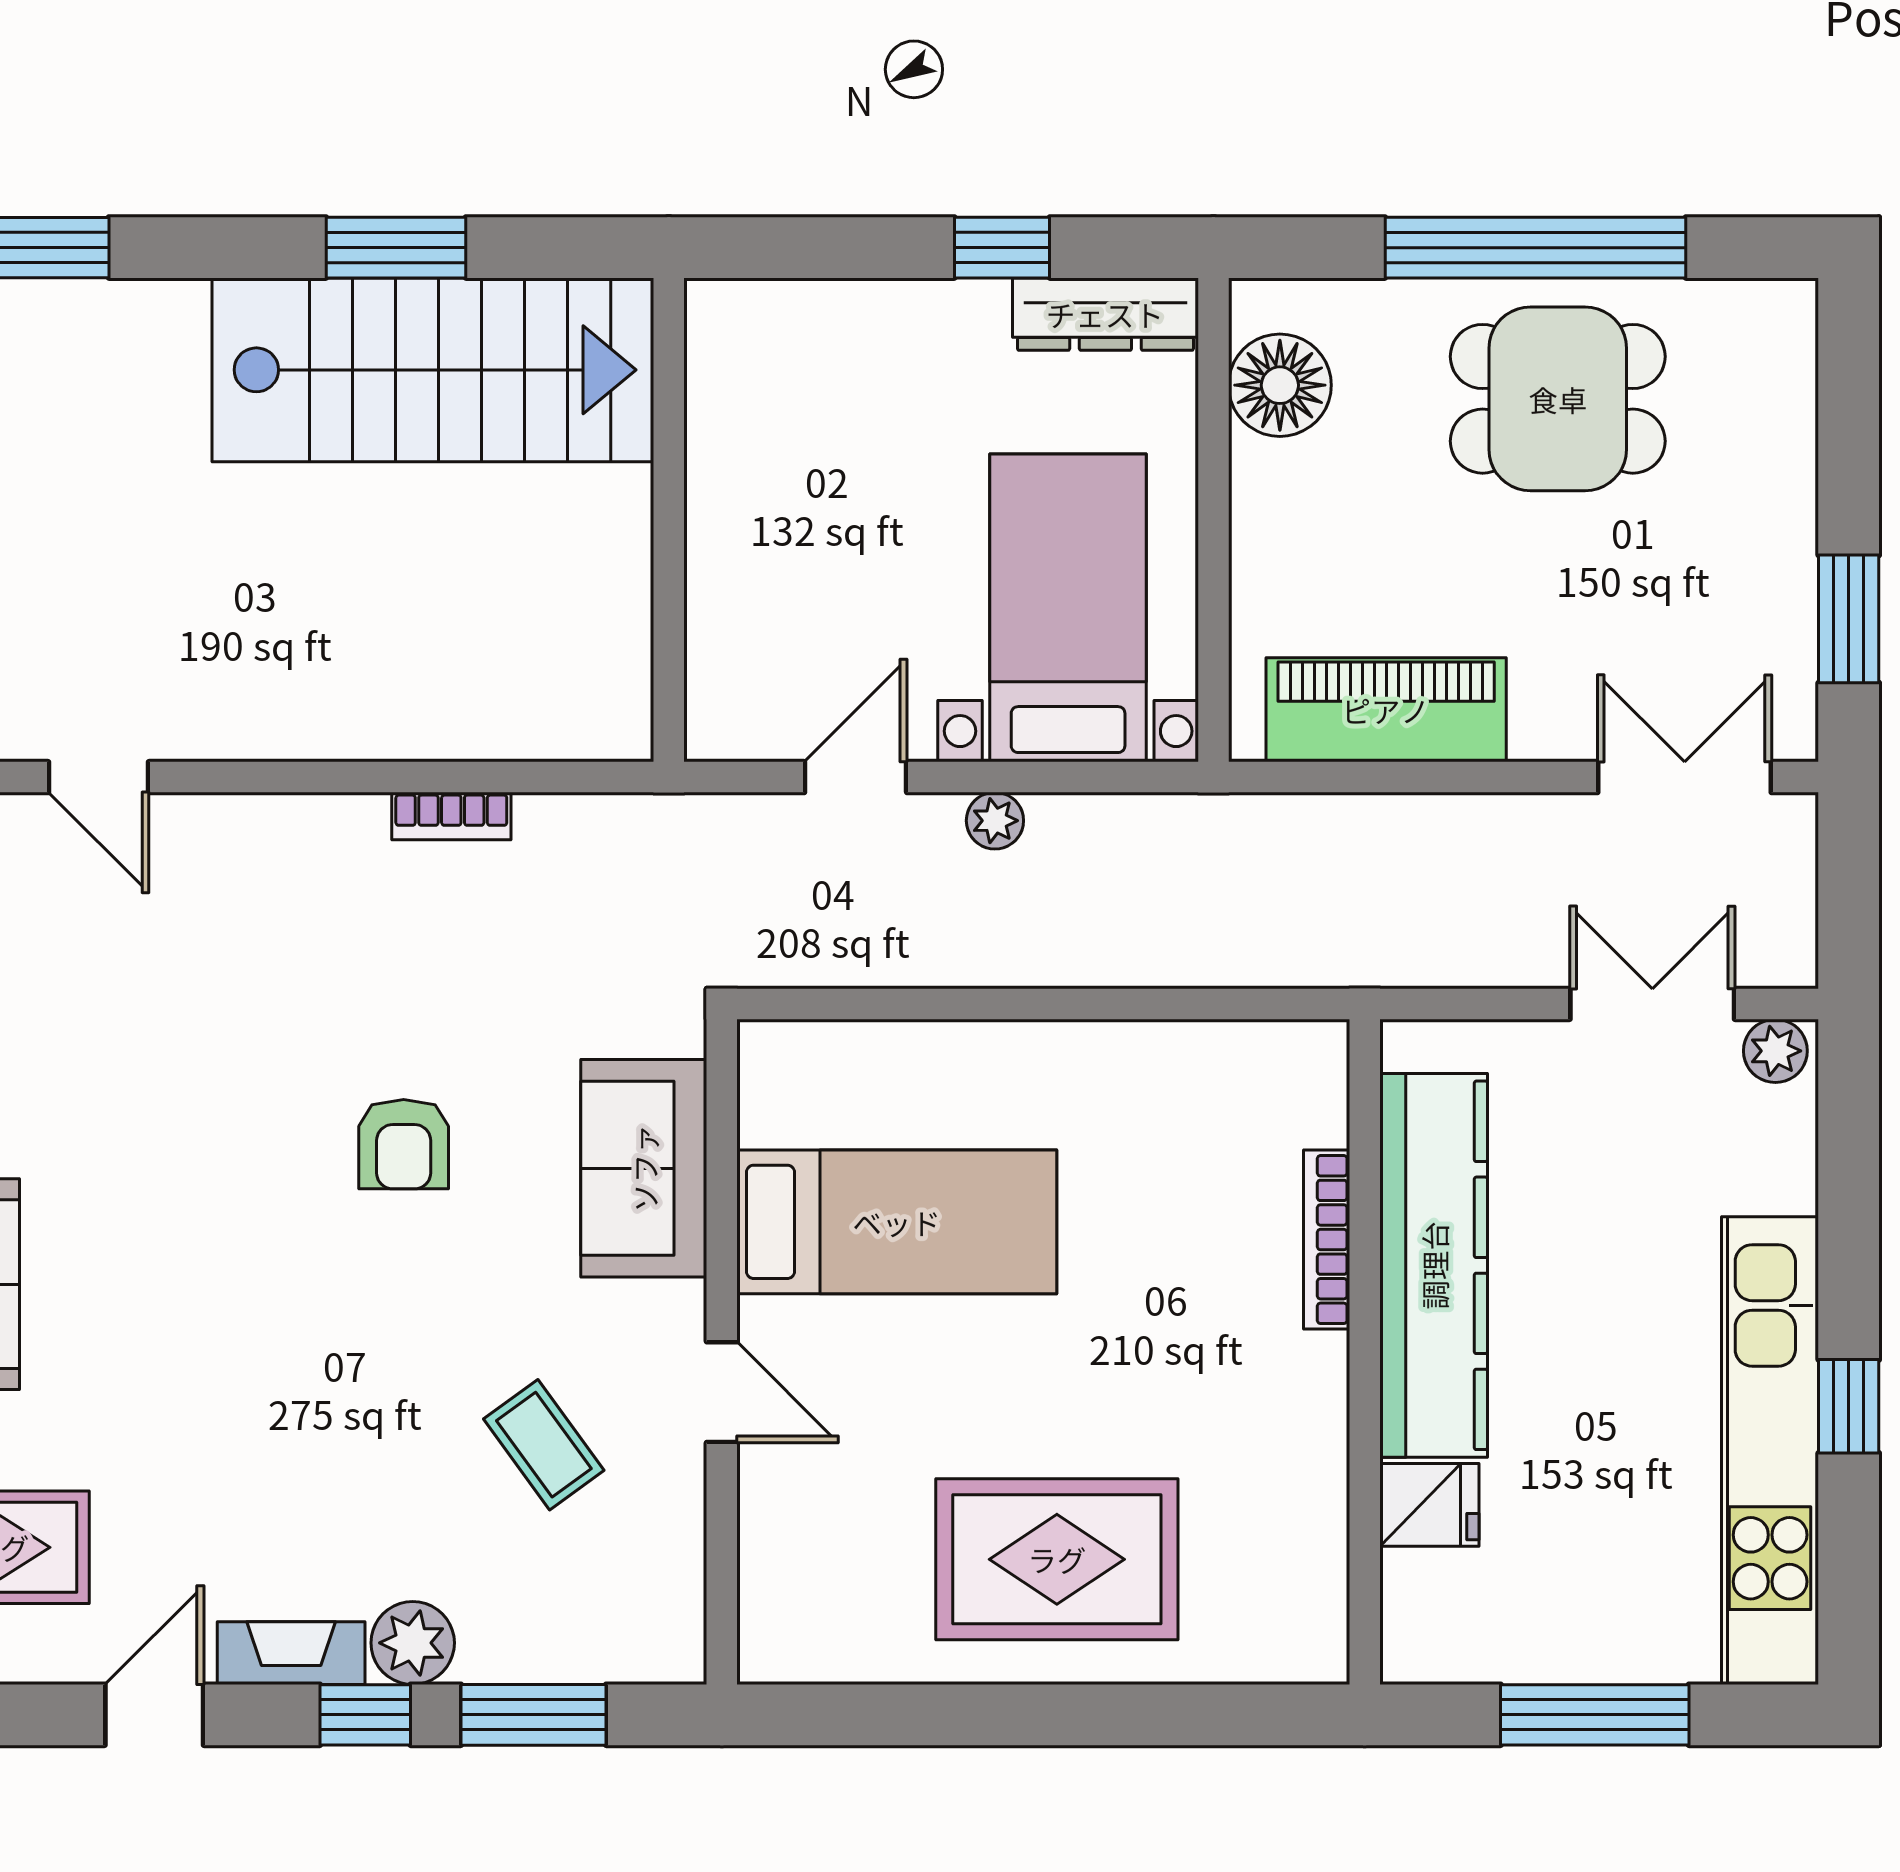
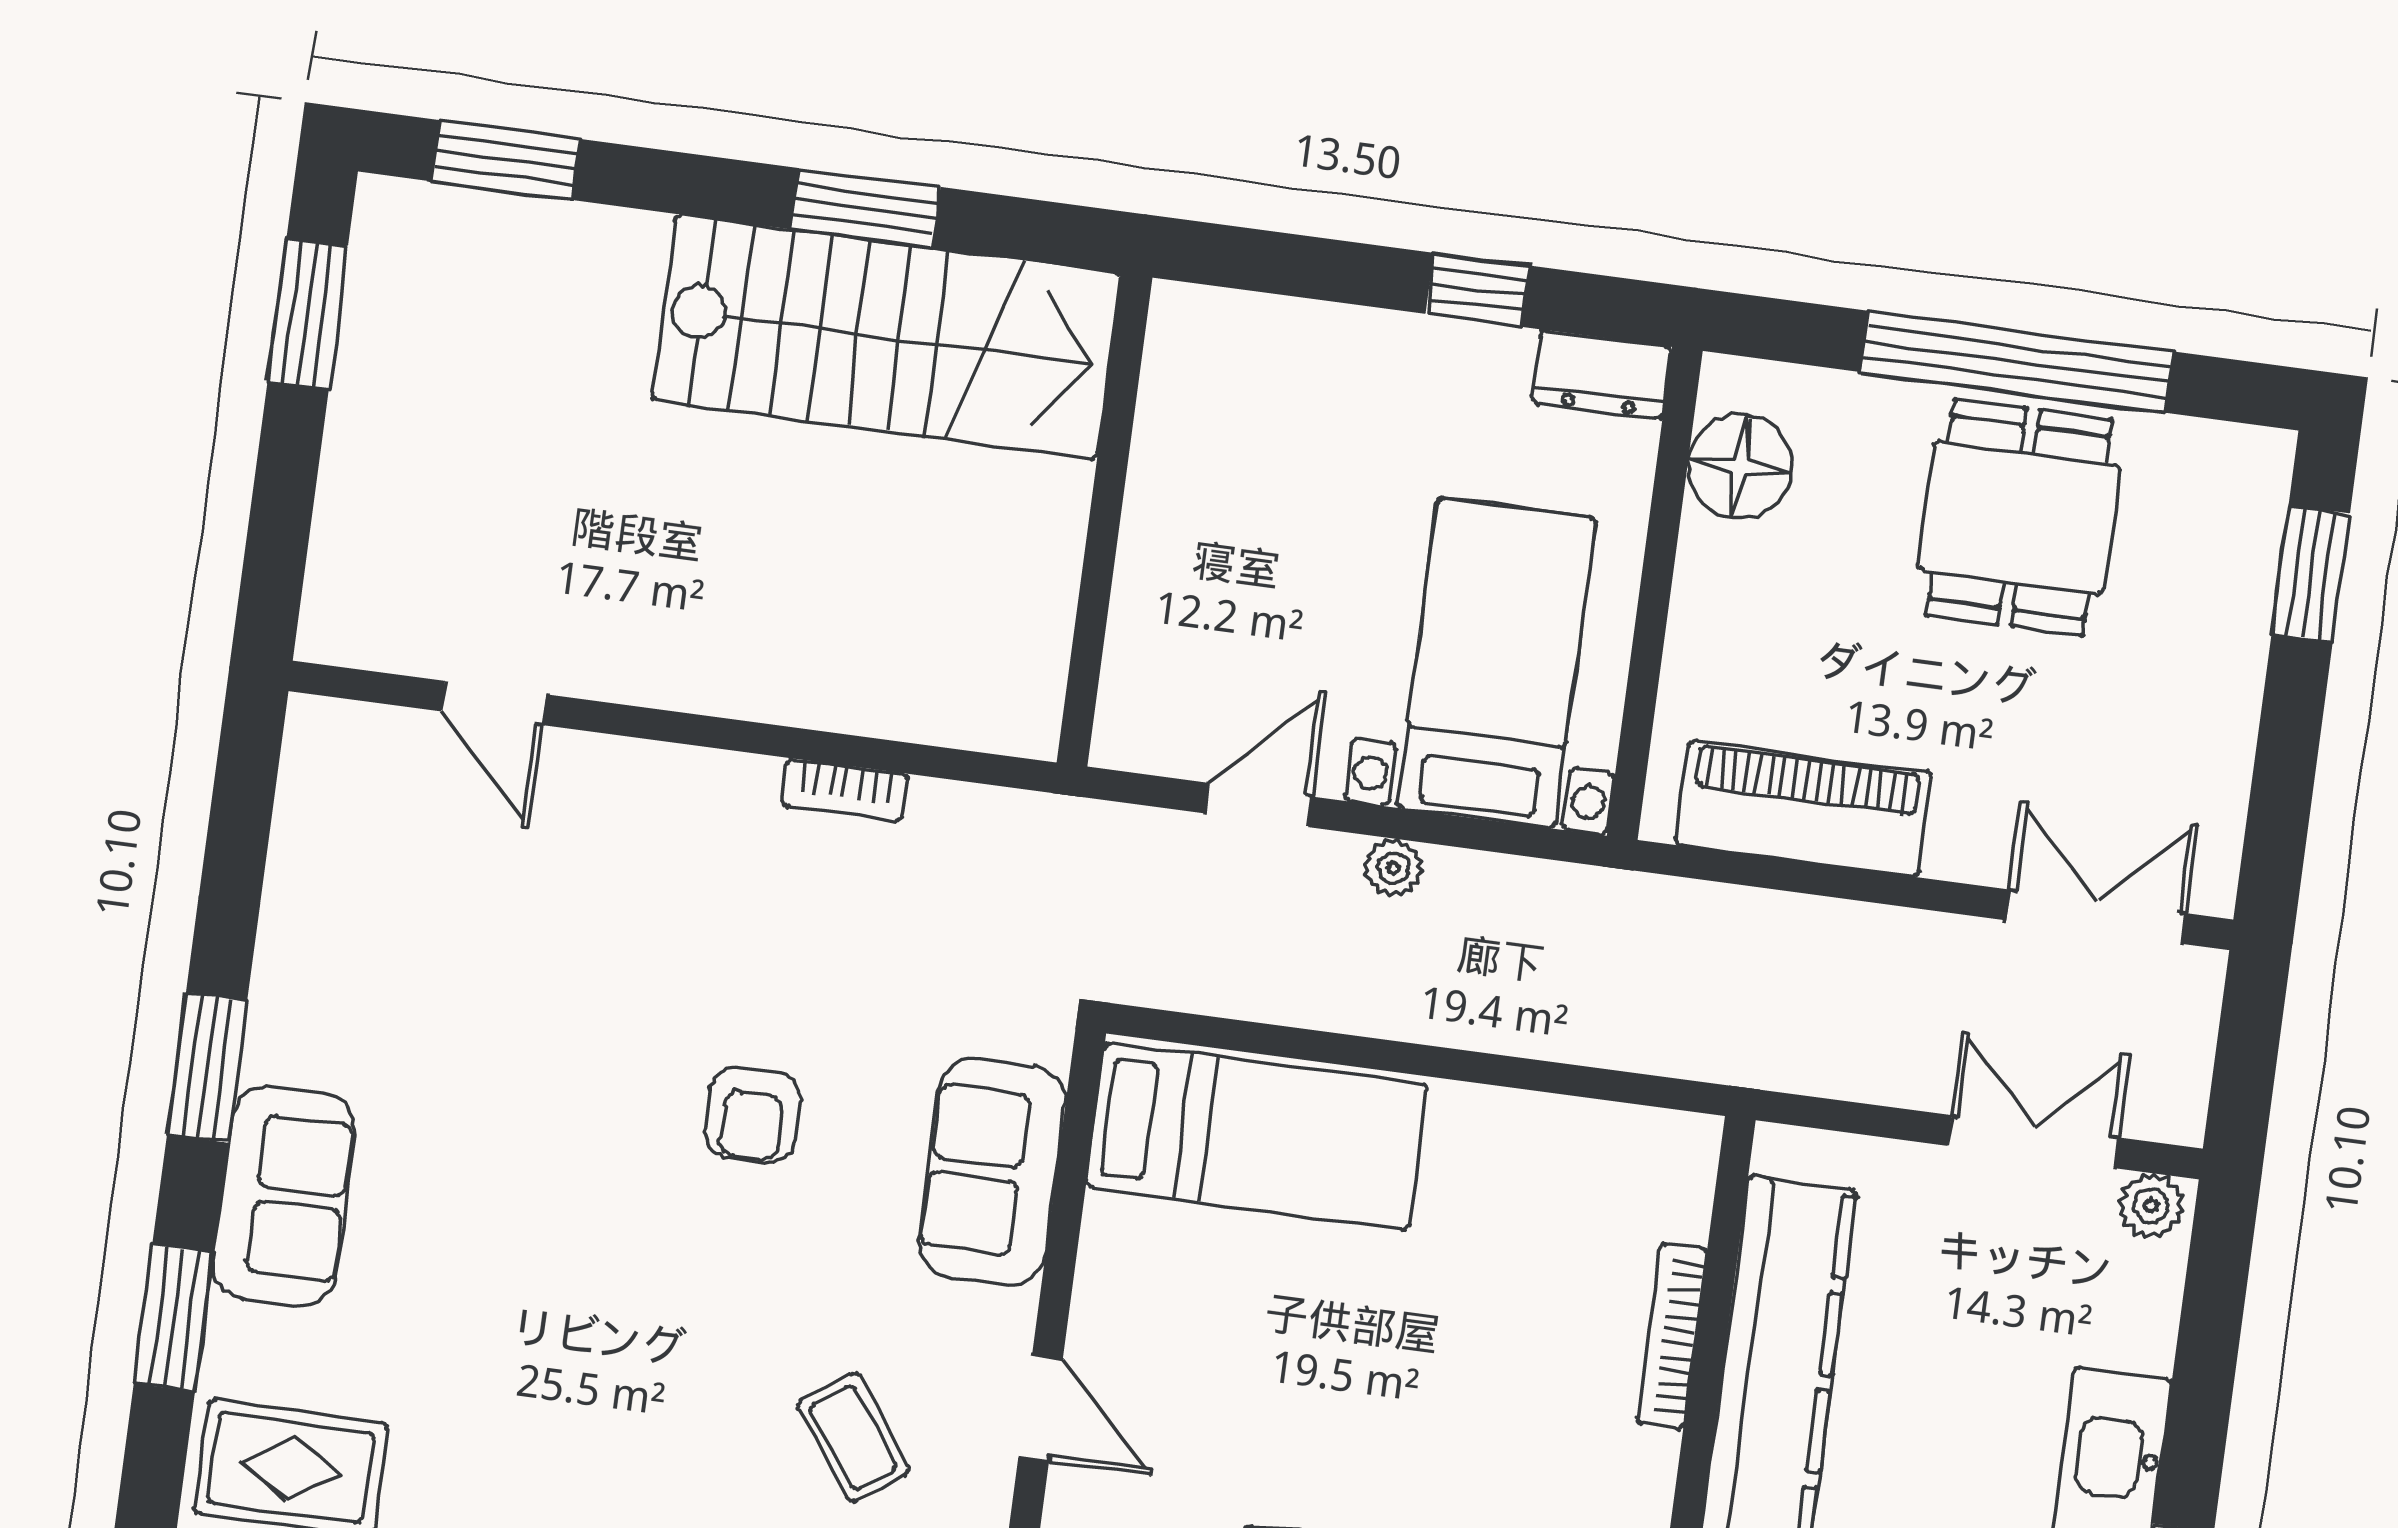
dresser: (1105, 314) -> (1602, 375), width x0.70
dining table: (1558, 399) -> (2019, 518), turned 90
window: (1849, 619) -> (2311, 574), moved
bed: (897, 1222) -> (1257, 1136), moved

